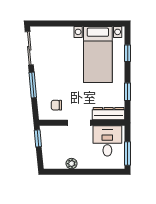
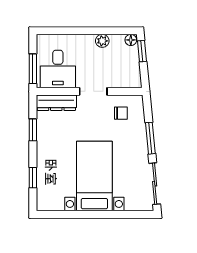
bed with nightstands: (98, 54) -> (94, 176), moved
window: (38, 138) -> (142, 51), moved
window: (128, 153) -> (33, 69), moved
floor lamp: (48, 164) -> (131, 40), added

